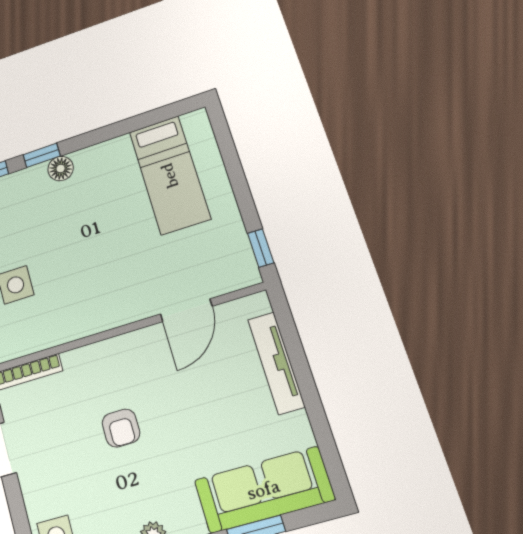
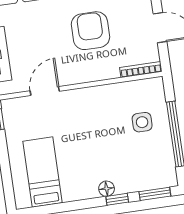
armchair: (121, 428) -> (90, 31), width x1.88, depth x1.88

